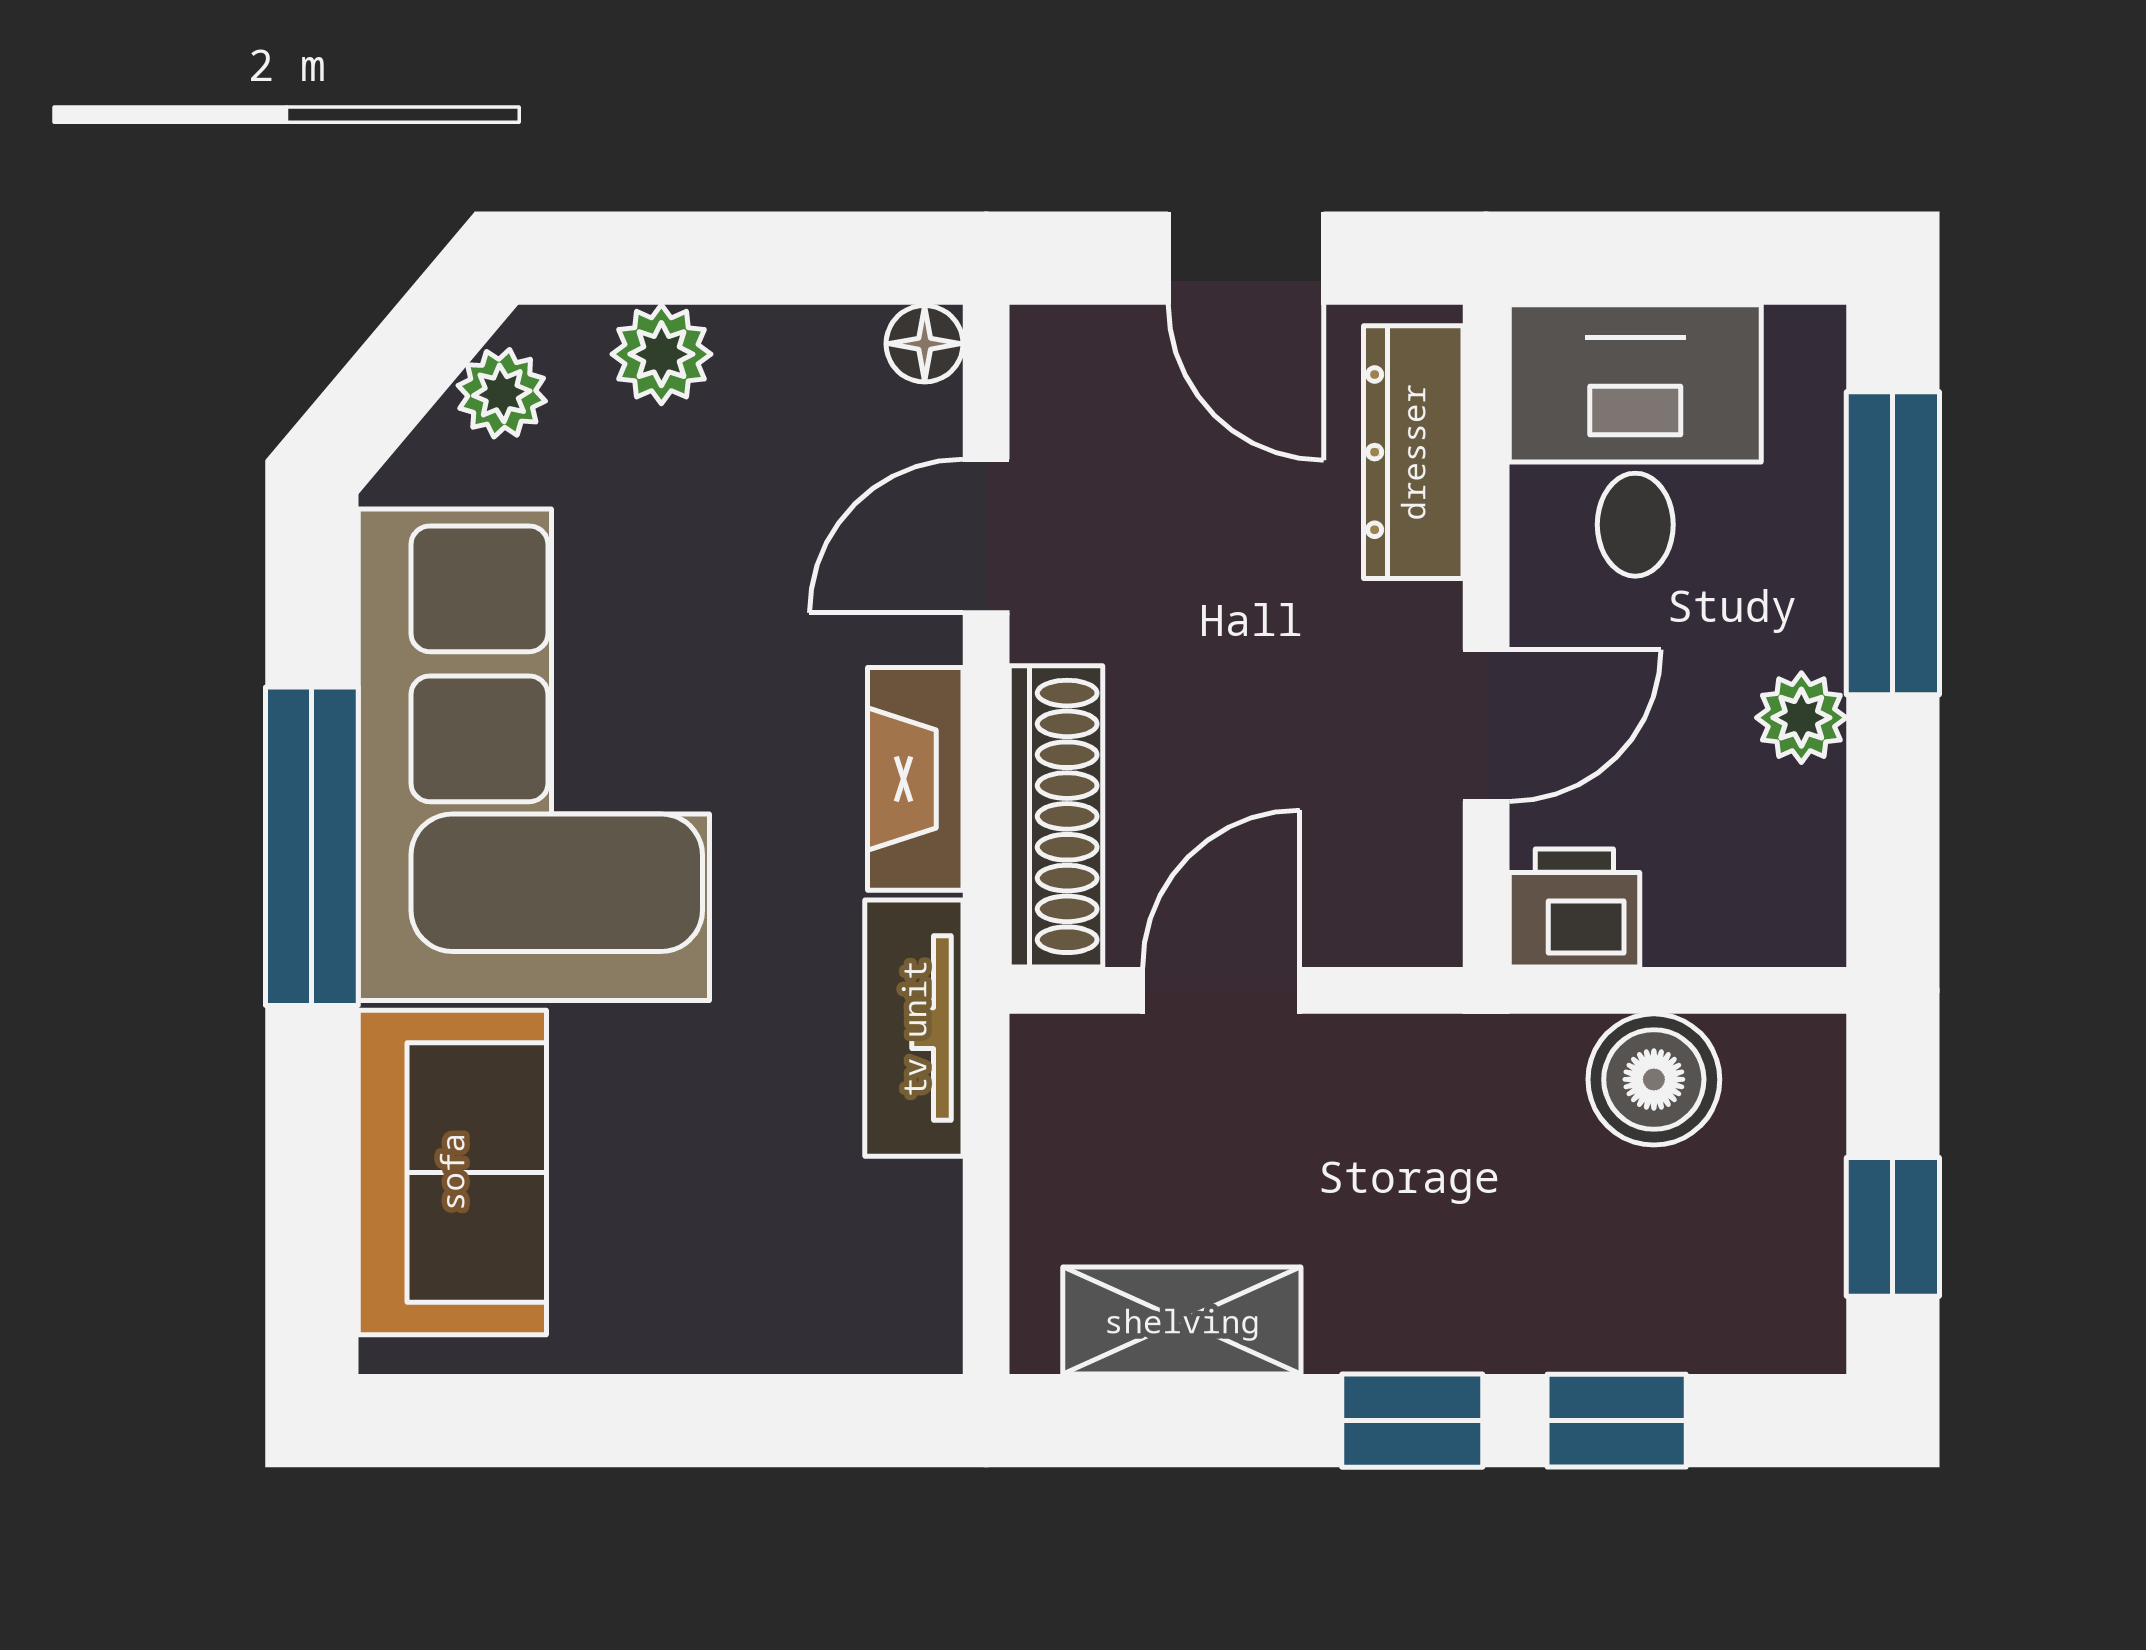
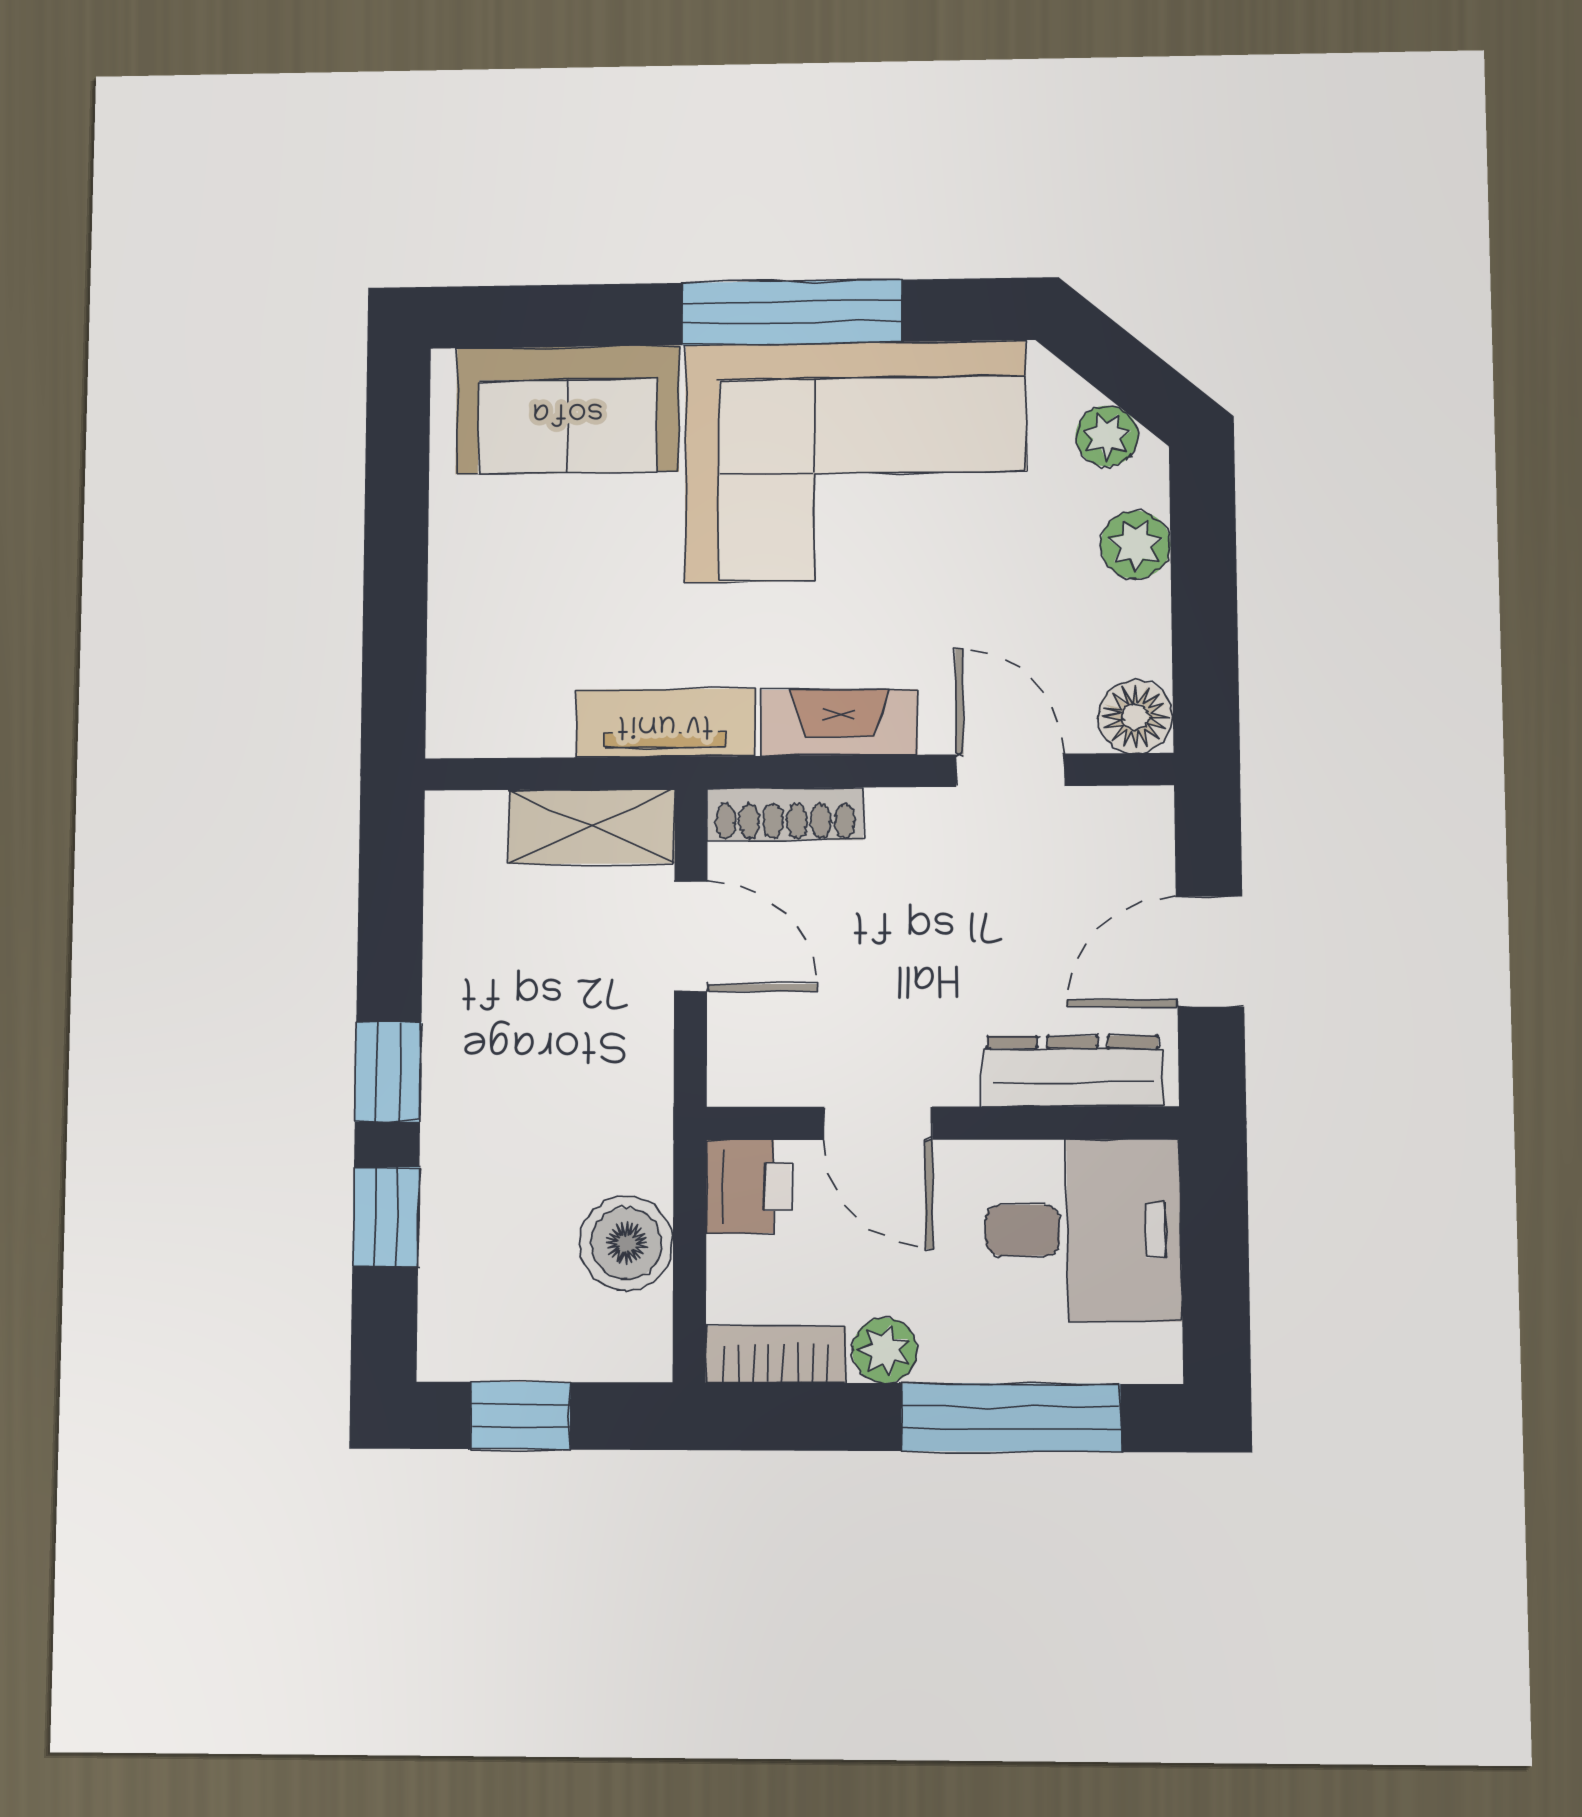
floor lamp: (925, 344) -> (1135, 717), width x1.37, depth x1.37
shoe rack: (1056, 816) -> (785, 814), width x0.74, depth x0.81
bookcase: (1807, 870) -> (776, 1354), added
shelving: (1182, 1321) -> (592, 826), moved, turned 90

